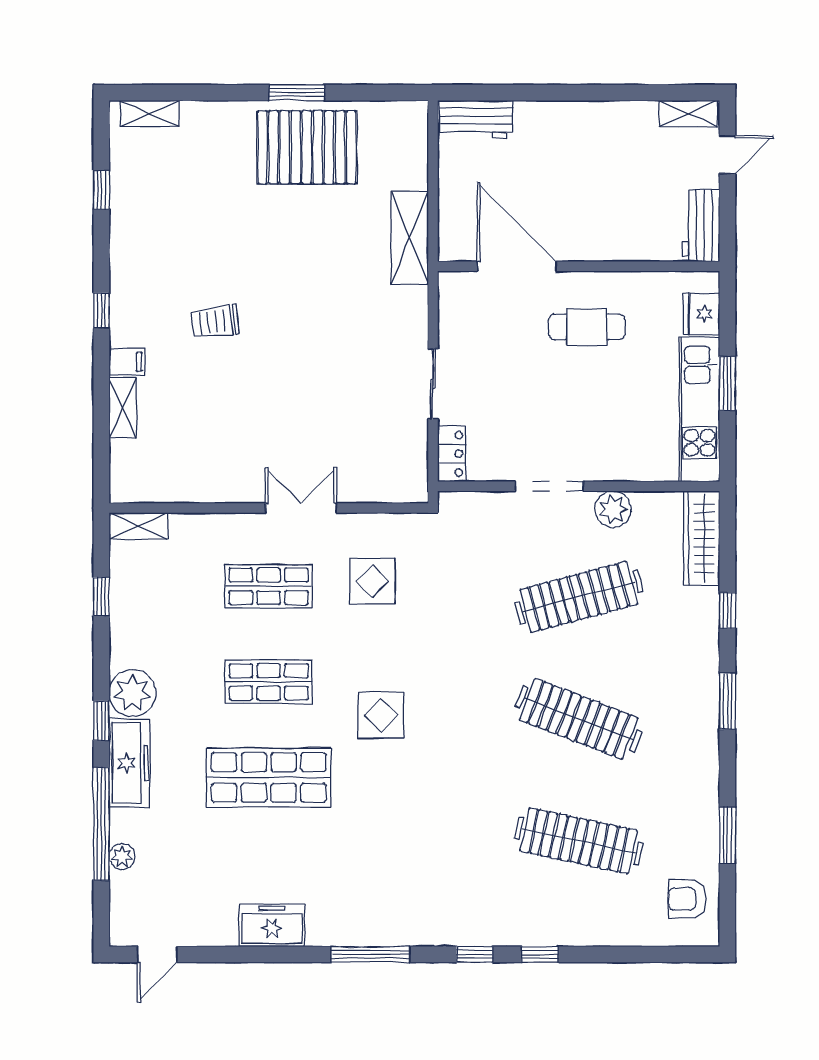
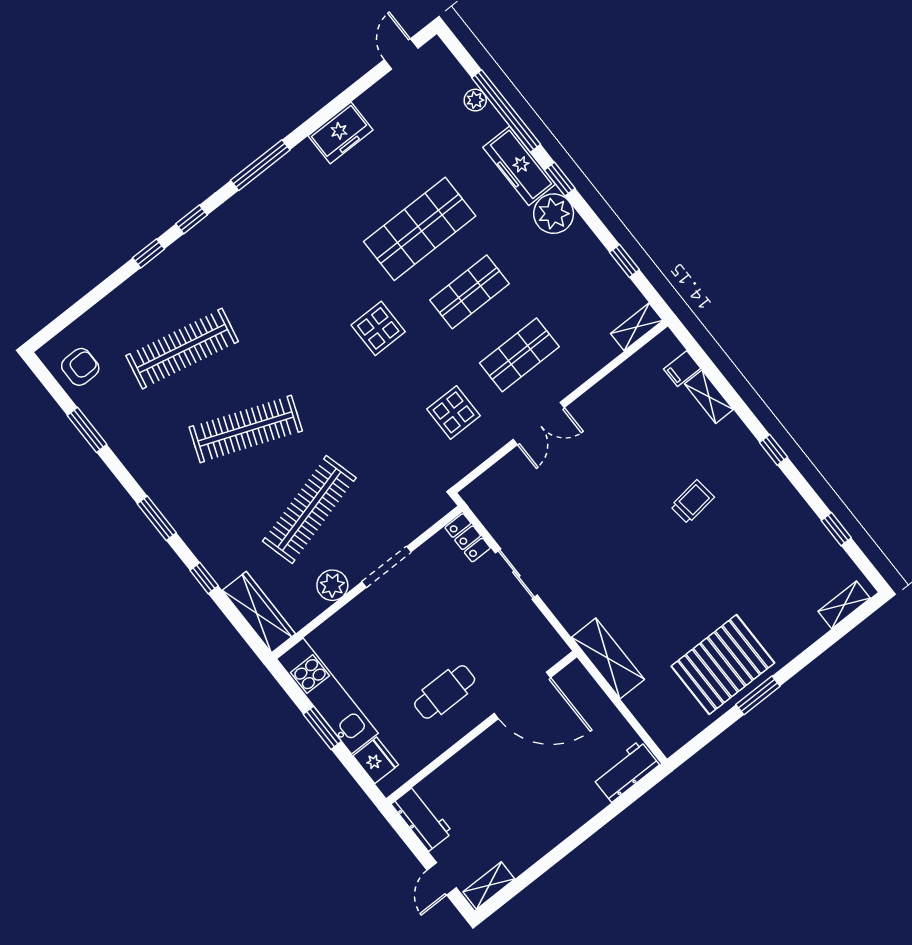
filing cabinet: (127, 362) -> (682, 369), moved

